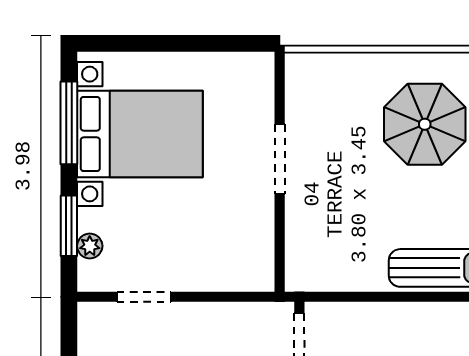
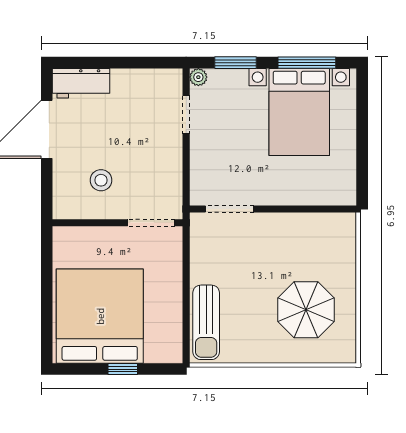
doorway: (280, 159) -> (229, 209), moved
plant: (90, 246) -> (198, 77), moved

